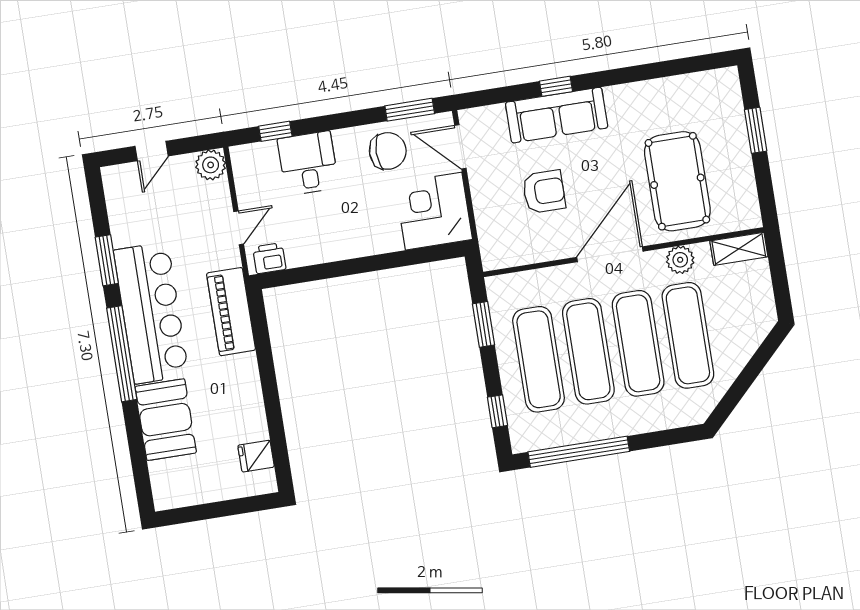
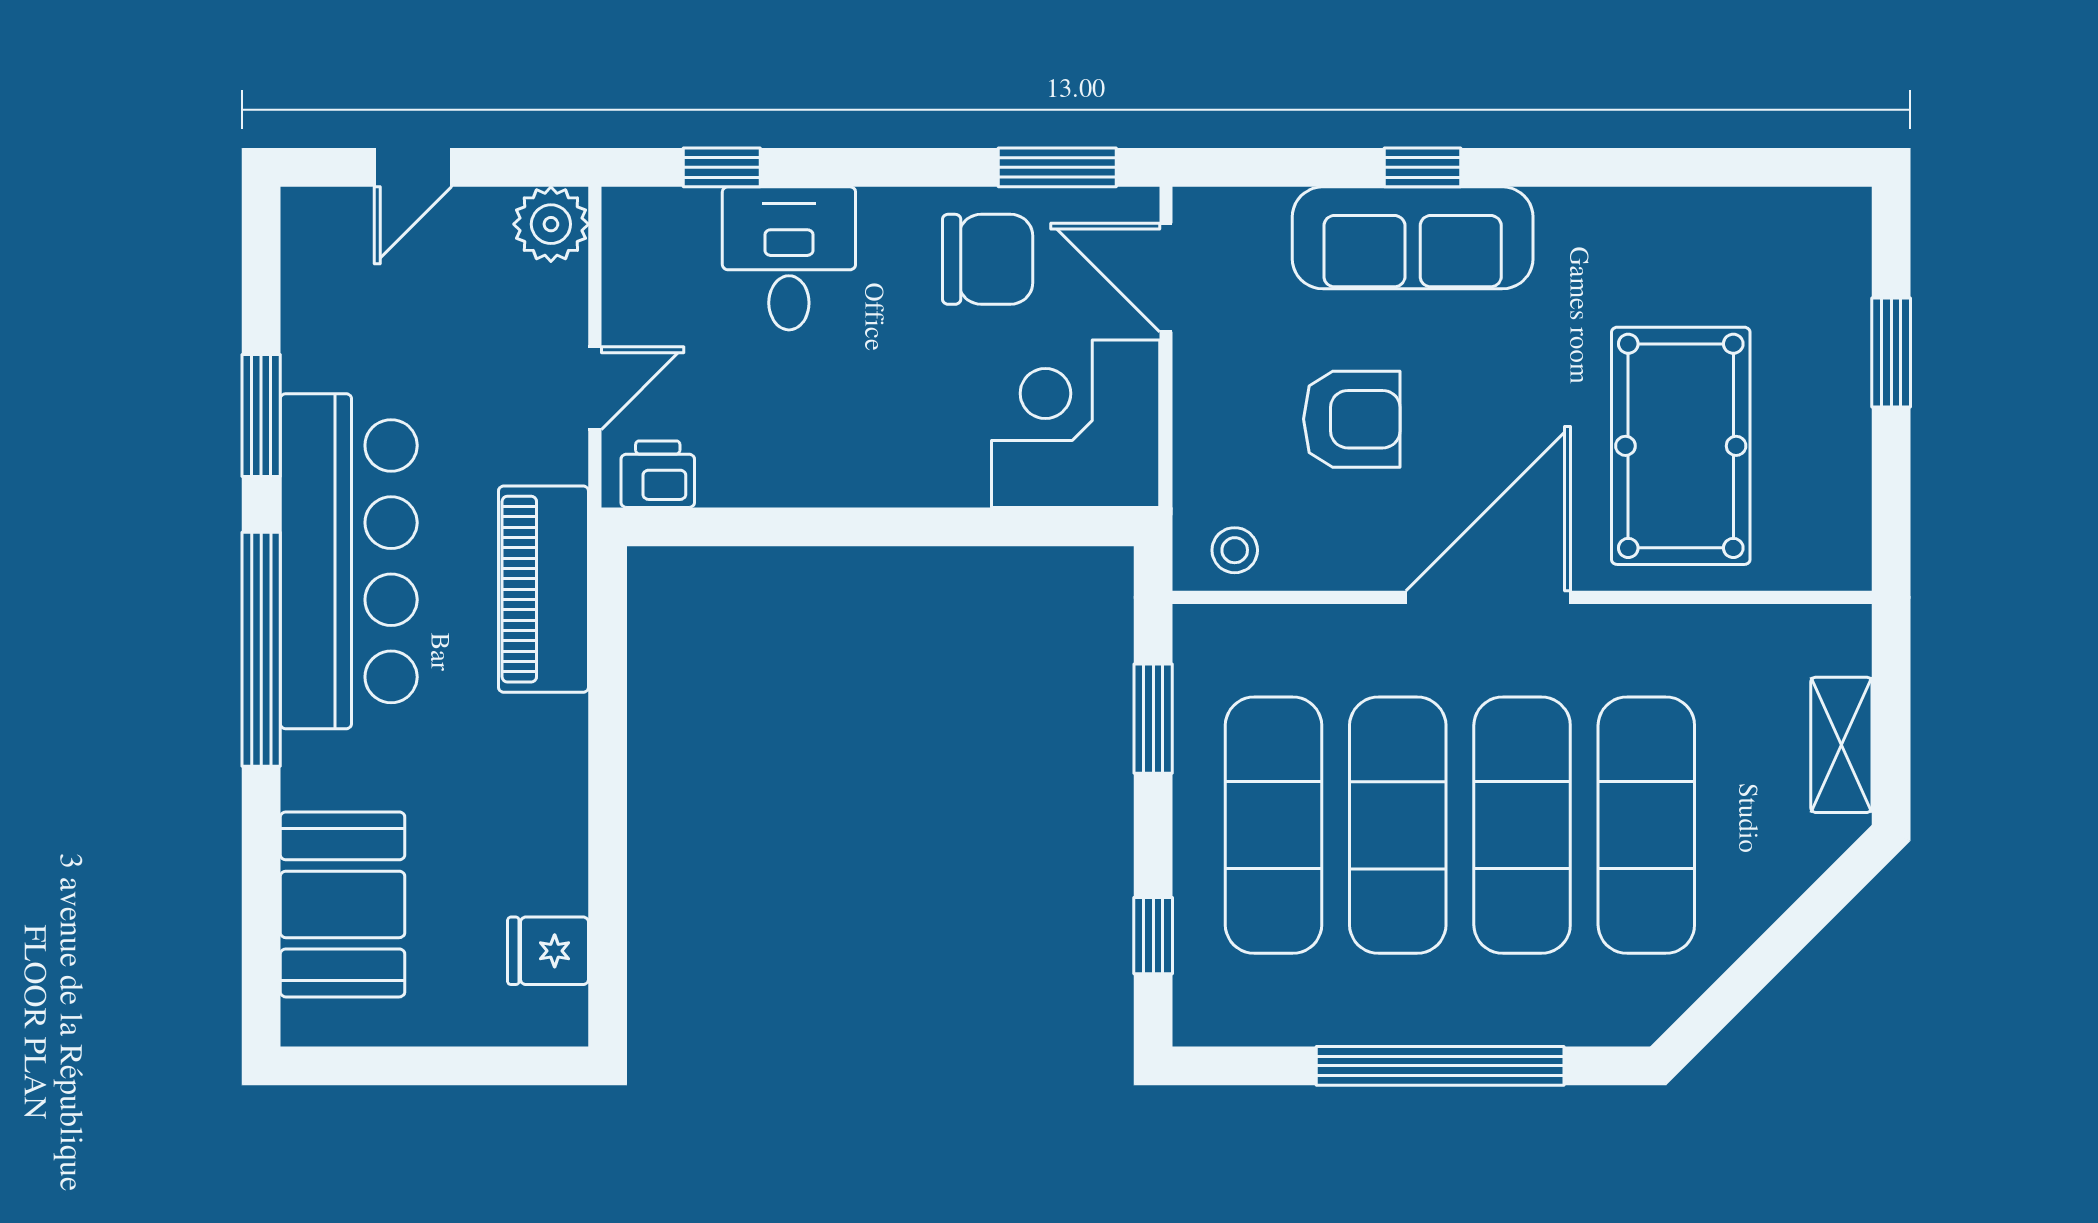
shelving: (739, 249) -> (1841, 745), moved, turned 90
stool: (505, 252) -> (1235, 550), added
plant: (680, 260) -> (1657, 638), removed
booth: (166, 420) -> (343, 904), moved
window: (579, 452) -> (1440, 1066), moved

